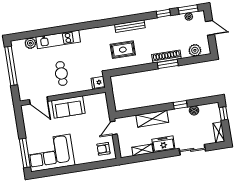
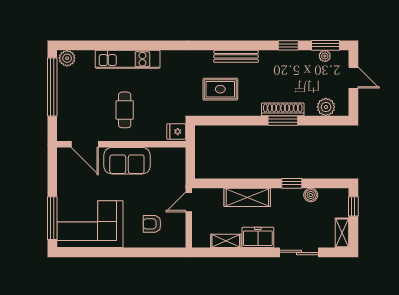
plant: (30, 43) -> (67, 58), moved
armchair: (103, 149) -> (152, 224), moved

